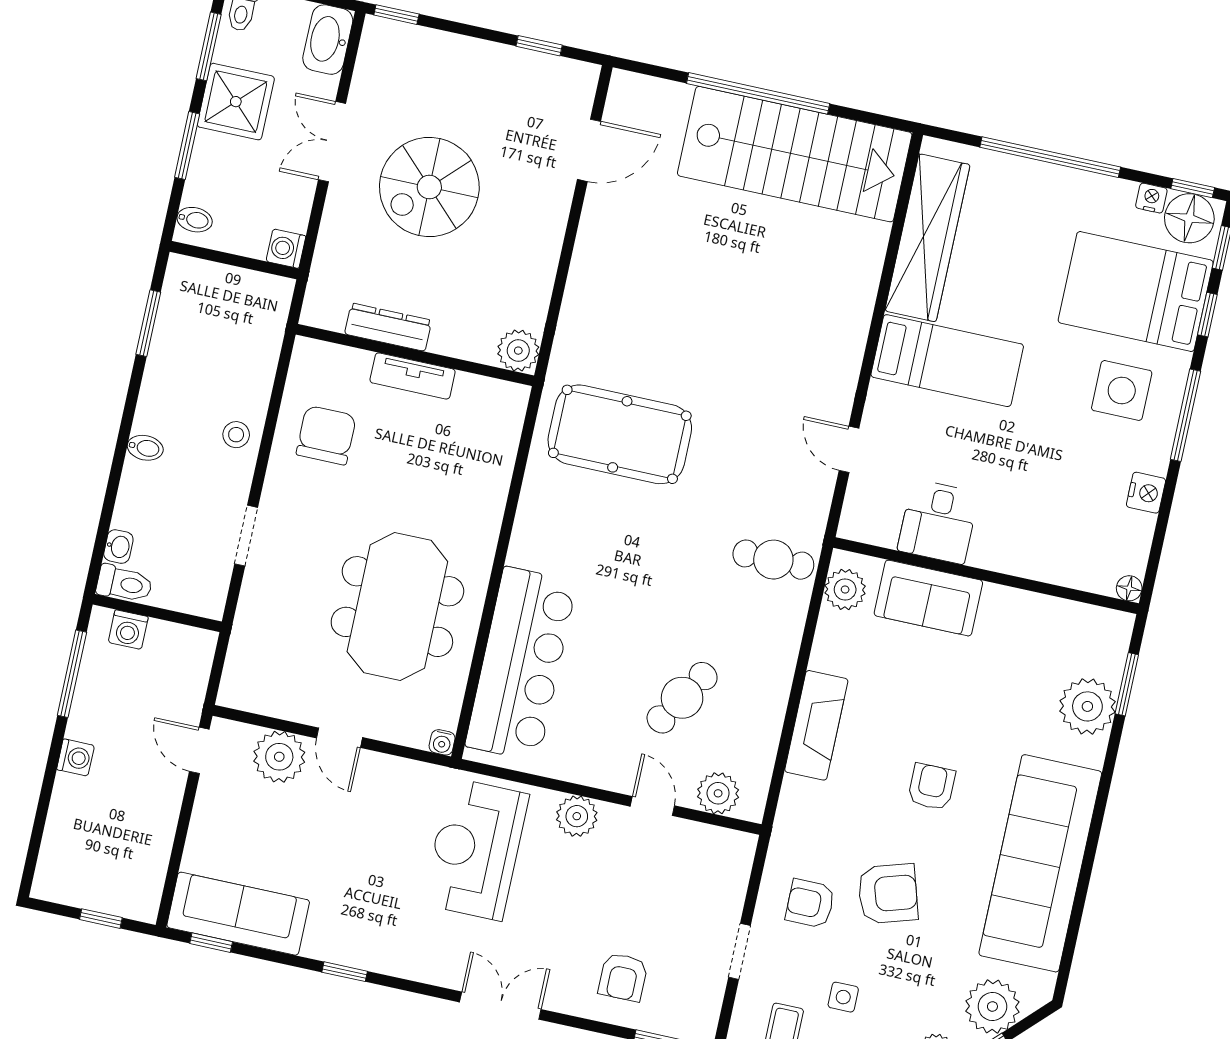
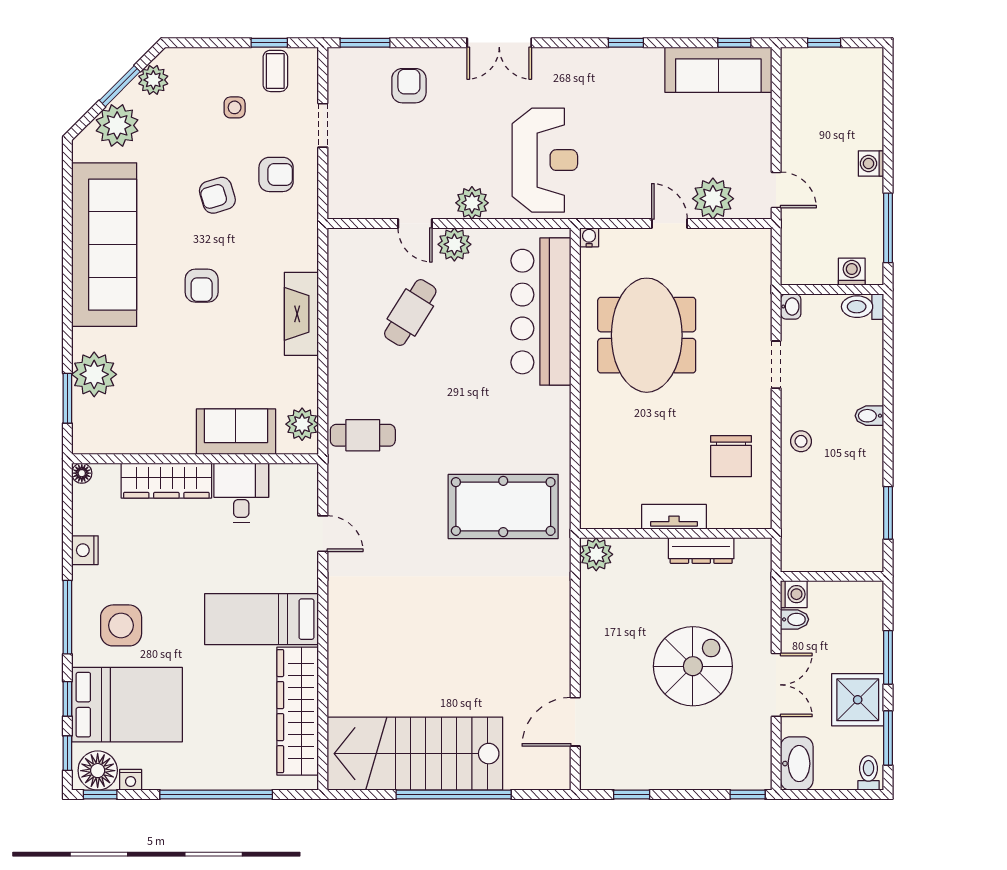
bidet: (195, 220) -> (795, 619), moved, turned 180
washbasin: (118, 547) -> (791, 307), moved, turned 180
wardrobe: (1027, 556) -> (166, 481), added
plant: (718, 793) -> (454, 244), moved
armchair: (888, 894) -> (217, 195), width x0.72, depth x0.72

